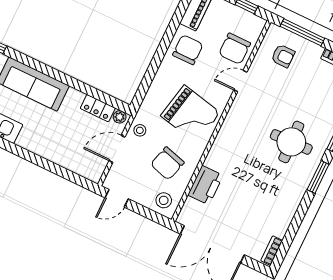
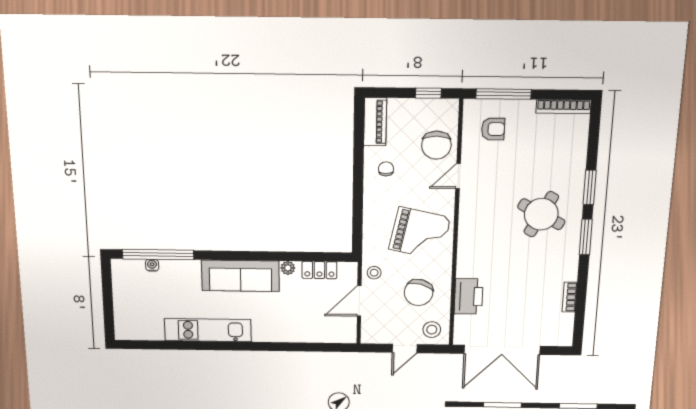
chair: (188, 50) -> (386, 169), width x0.54, depth x0.54
plant: (120, 117) -> (288, 268), moved
round table: (291, 142) -> (541, 214), turned 30
door: (117, 198) -> (405, 348), moved
bookcase: (272, 251) -> (570, 297), moved

